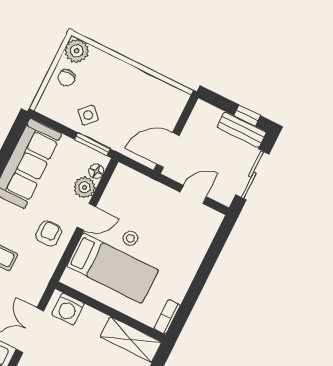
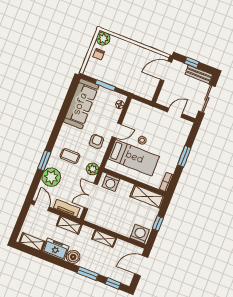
side table: (88, 115) -> (113, 74), removed
window: (247, 116) -> (192, 63), moved
window: (92, 144) -> (105, 85), moved
door: (168, 150) -> (166, 71), moved
plant: (84, 187) -> (93, 169), moved
window: (203, 274) -> (184, 156), added

